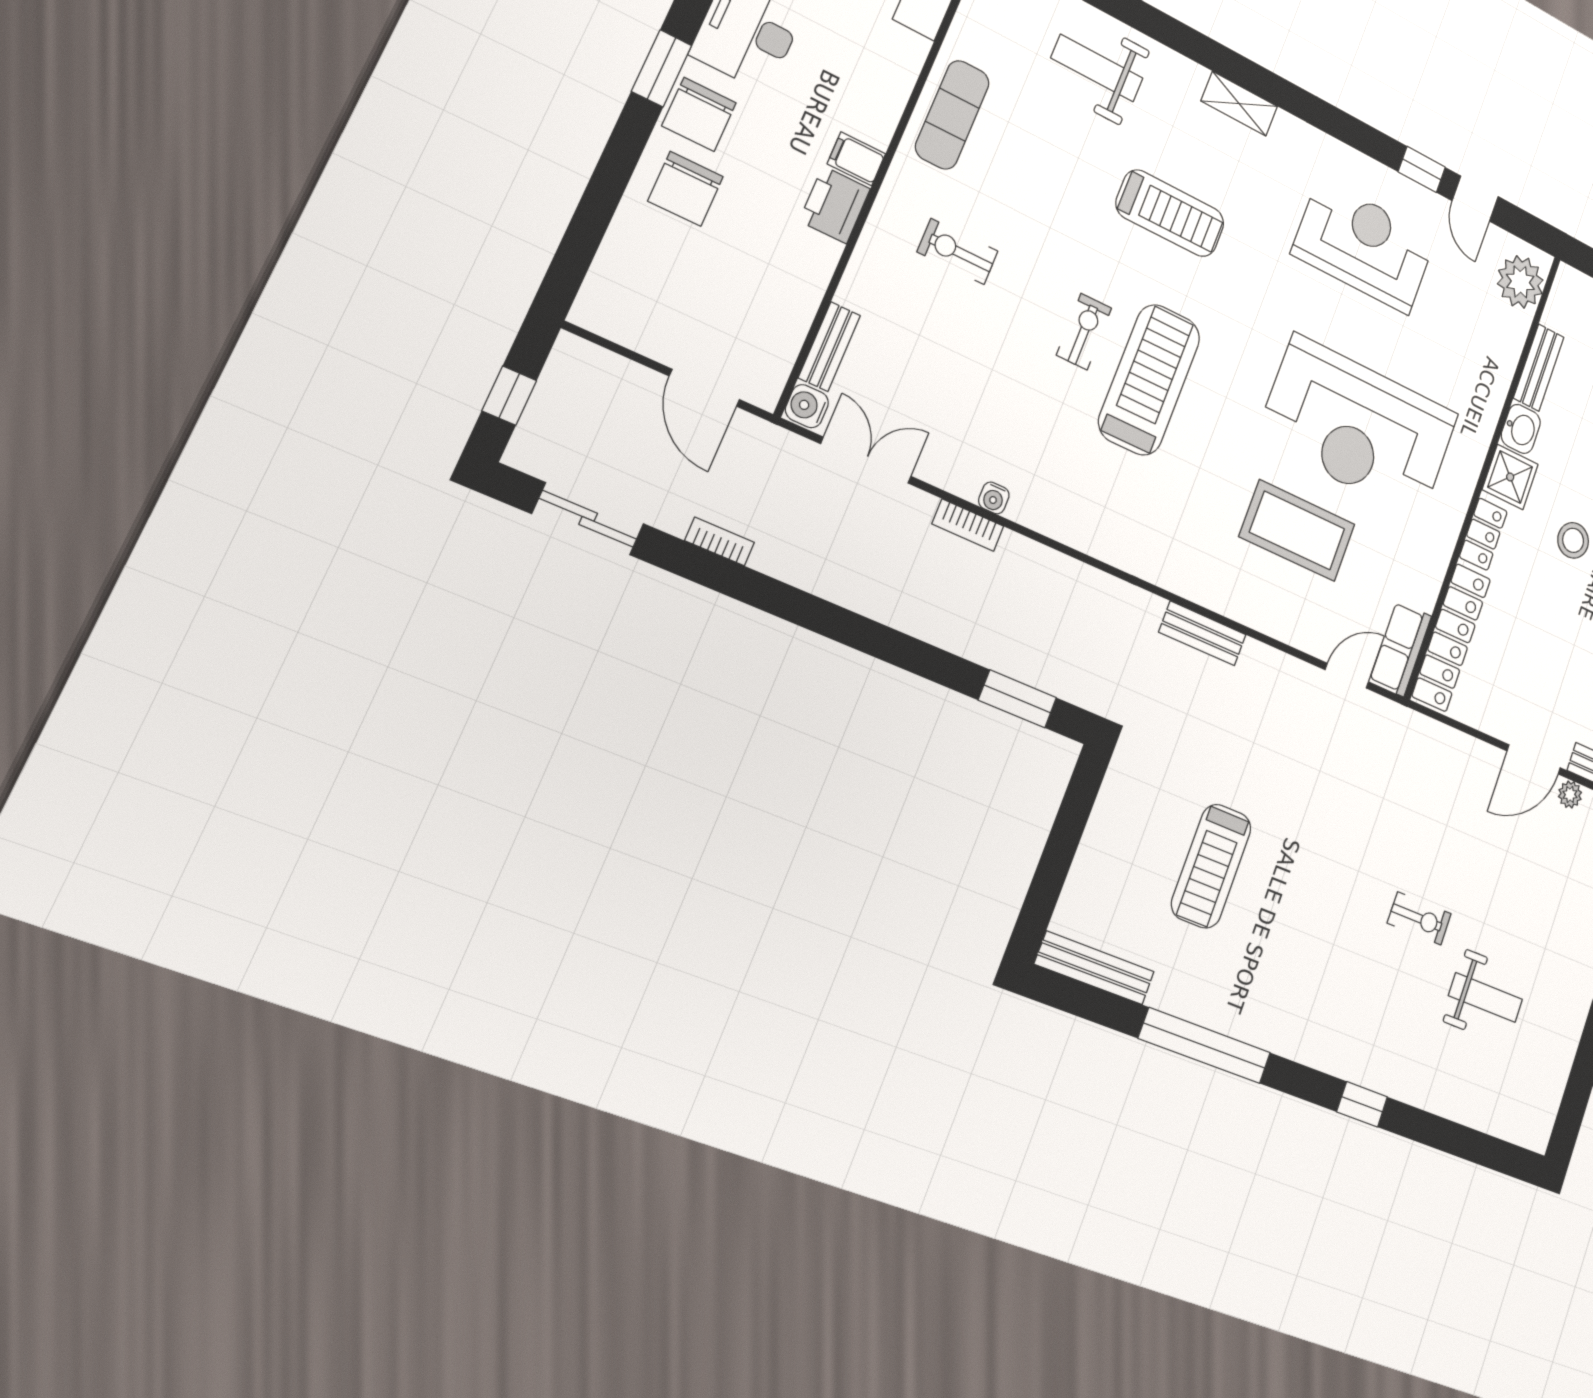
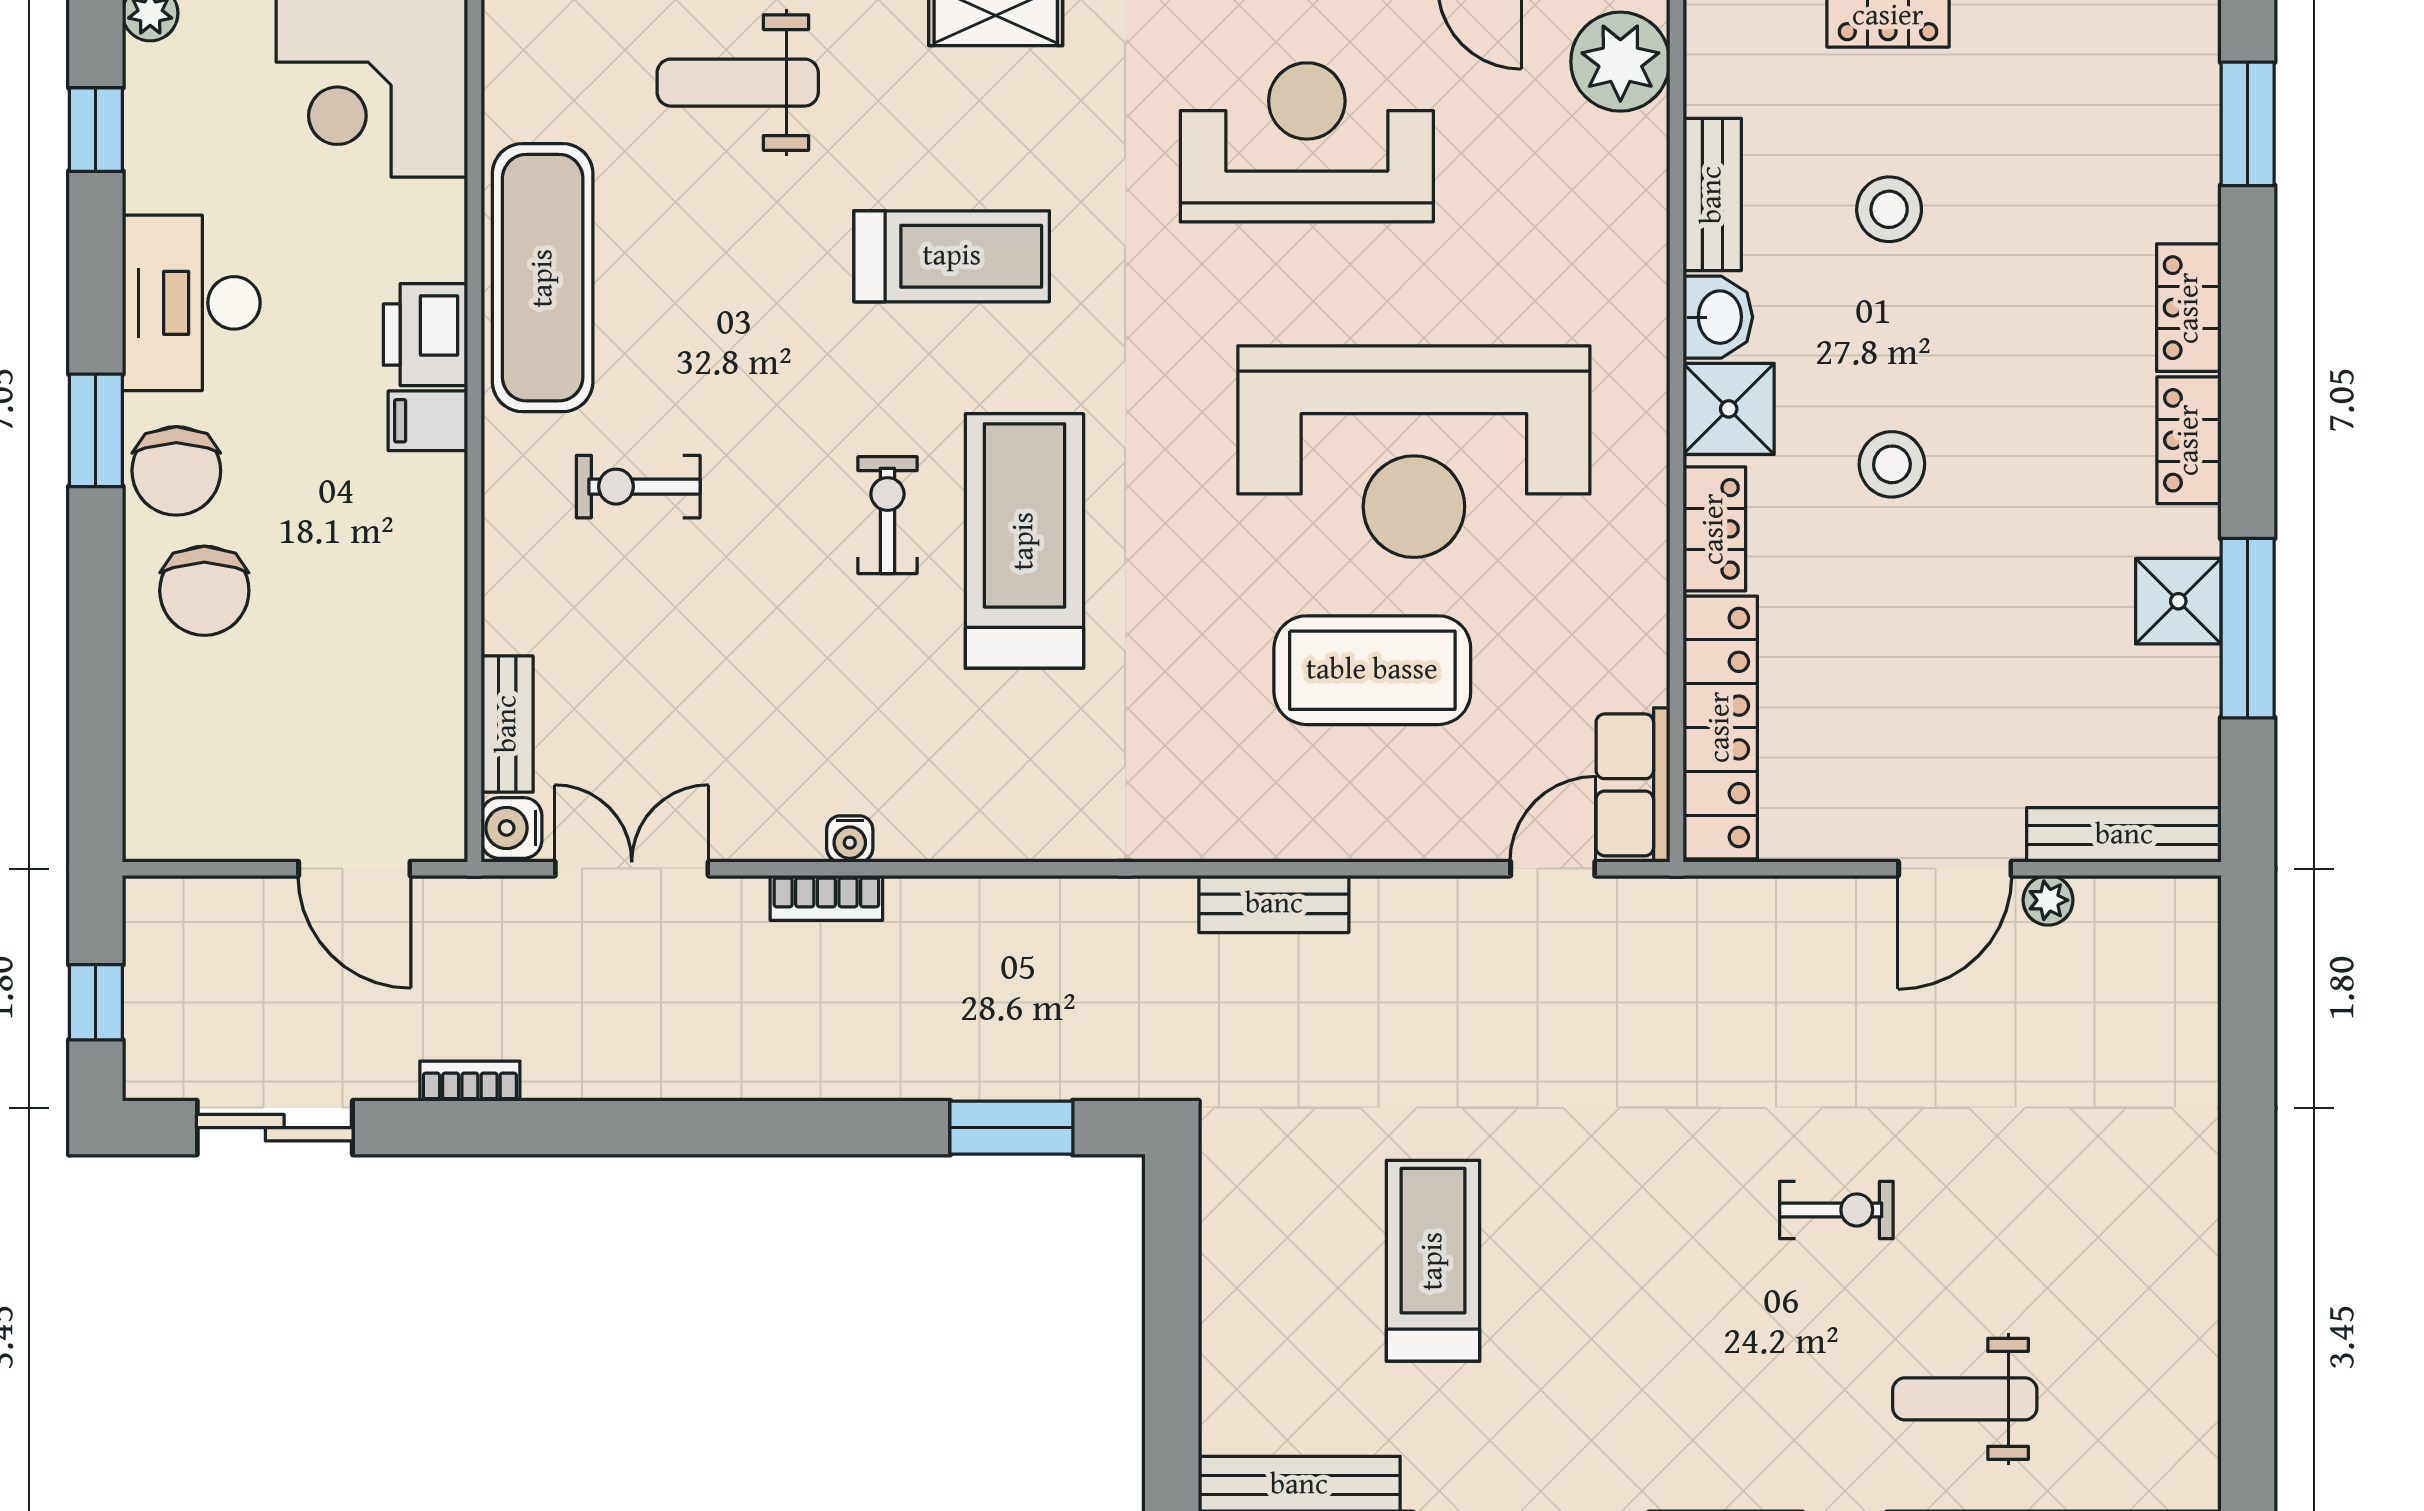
exercise mat: (952, 115) -> (543, 278), width x1.36, depth x1.45
printer: (835, 205) -> (426, 335), moved
treadmill: (1211, 866) -> (1433, 1261), turned 180
weight bench: (1485, 997) -> (1965, 1399), moved, turned 180

